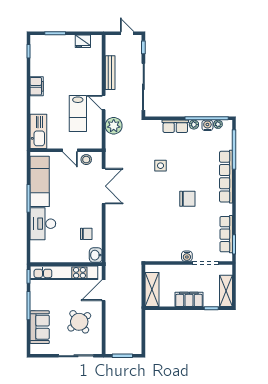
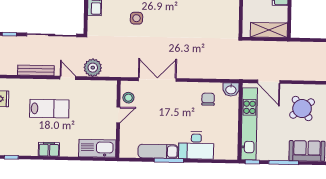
door: (104, 103) -> (68, 78), swing flipped
lab bench: (78, 114) -> (49, 109), moved
exam couch: (40, 181) -> (158, 151), width x0.73, depth x0.69

